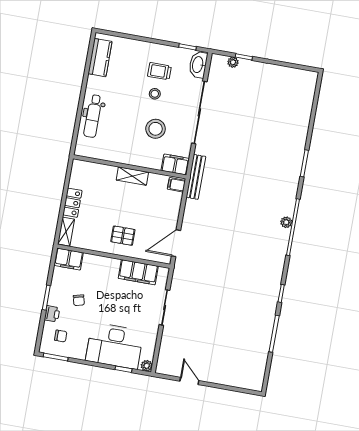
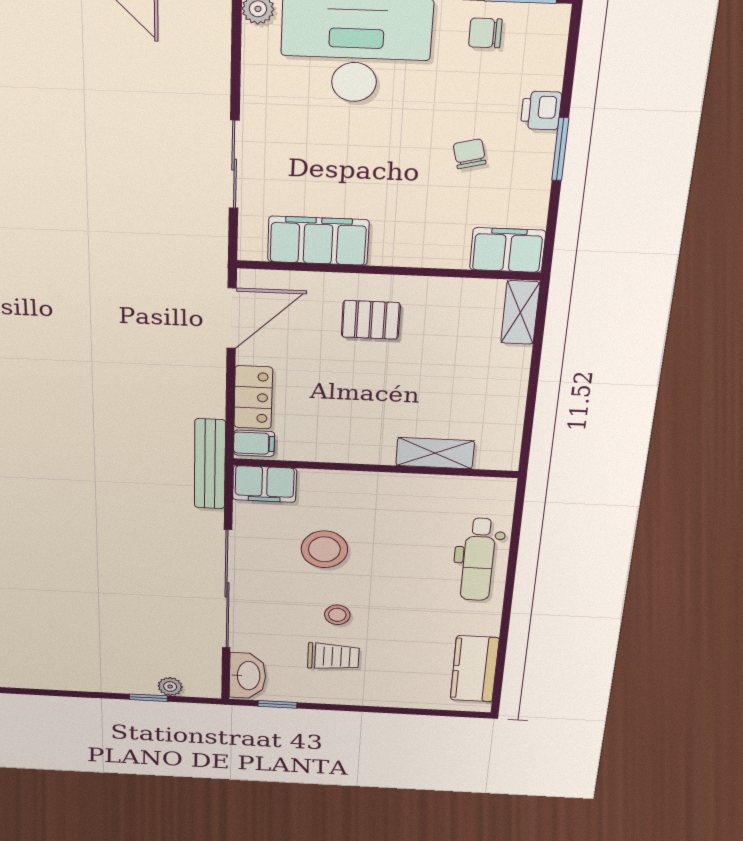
dental chair: (93, 116) -> (478, 560), turned 180
shelving: (132, 176) -> (435, 453), moved
locker: (72, 203) -> (253, 397), moved, turned 180
chair: (61, 336) -> (485, 33), moved

